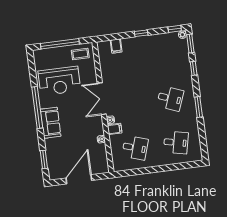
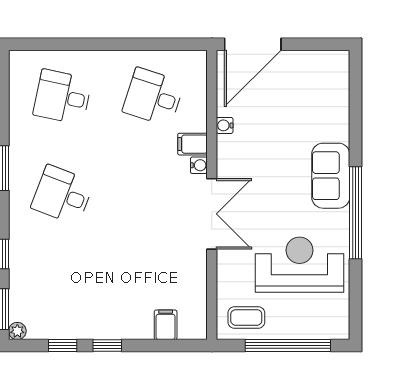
window: (175, 29) -> (63, 346), moved
window: (44, 159) -> (355, 97), removed
door: (79, 179) -> (253, 44), moved

